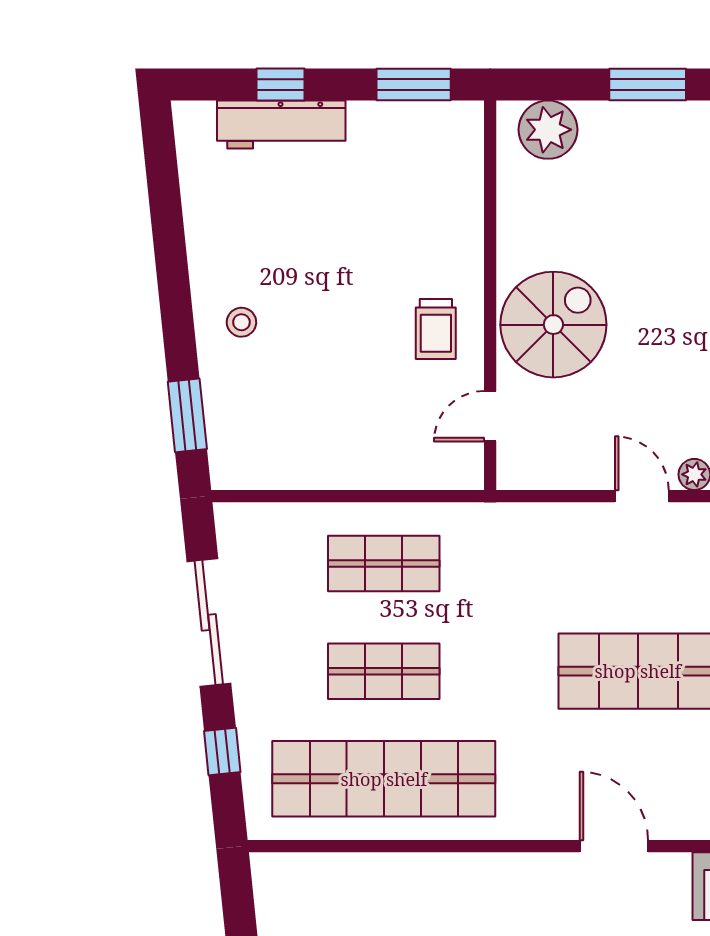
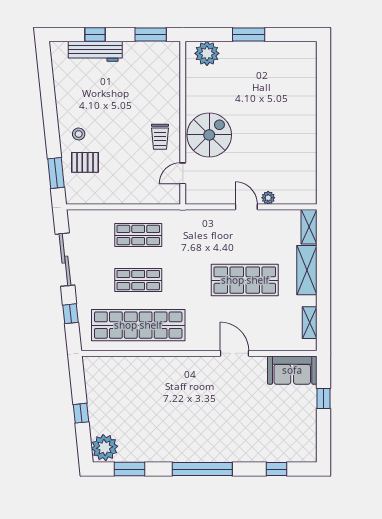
pallet: (257, 390) -> (85, 162), added

